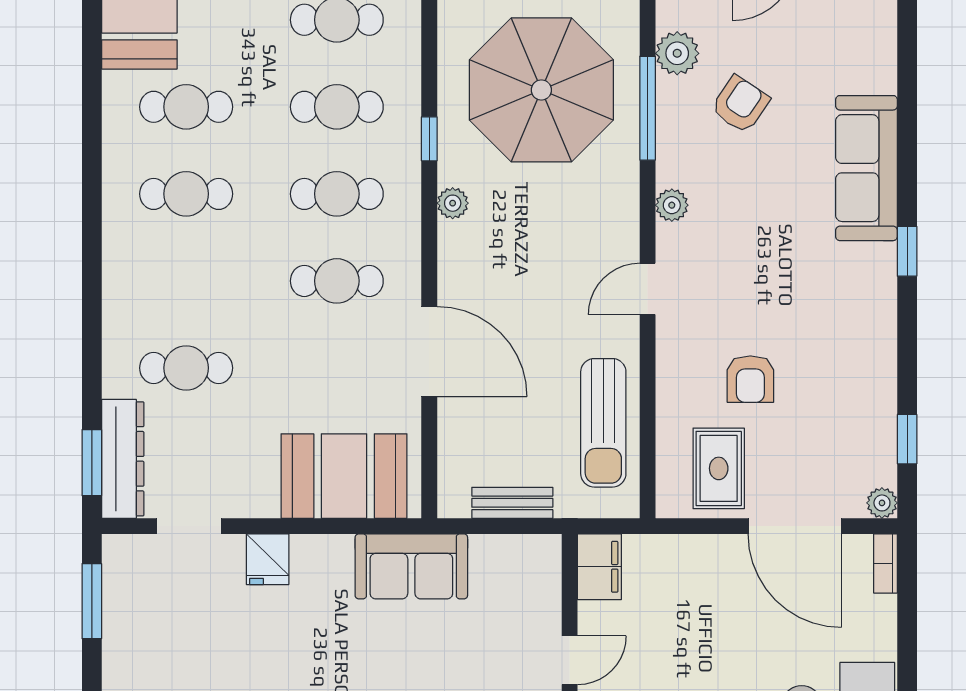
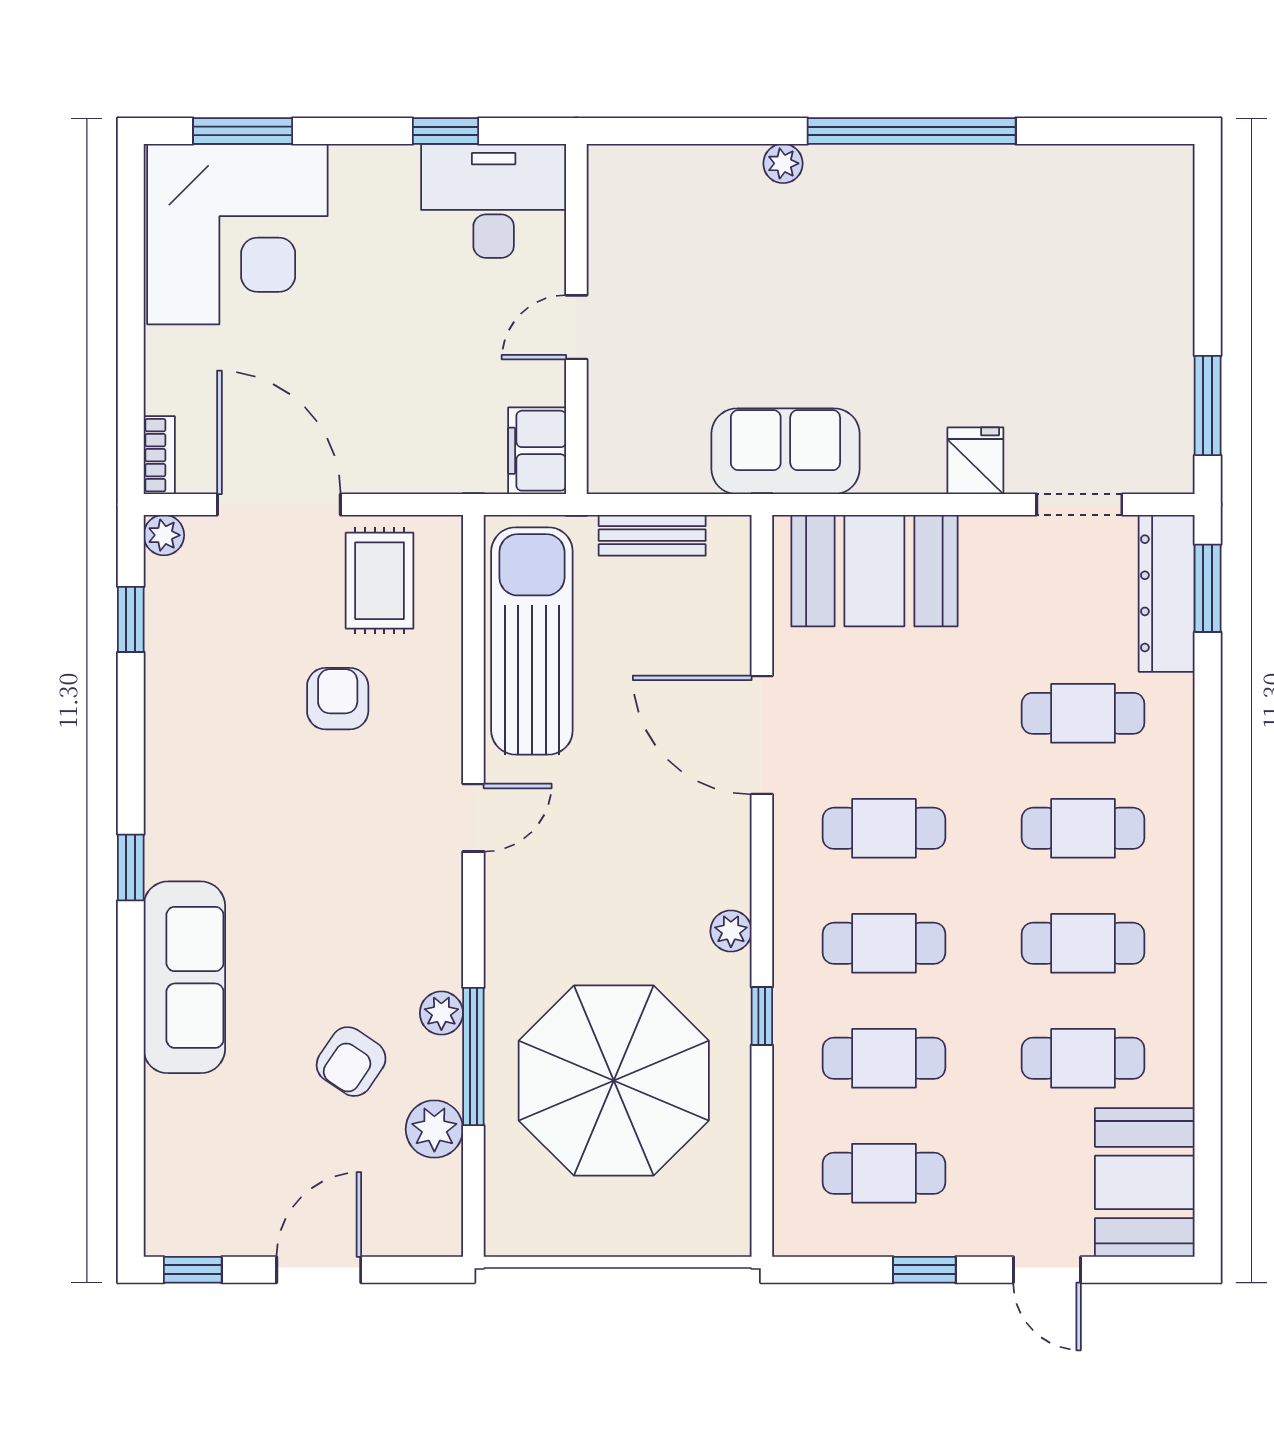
plant: (672, 205) -> (441, 1013), moved
cafe table: (186, 281) -> (1083, 828), added
sun lounger: (603, 423) -> (532, 641), width x1.36, depth x1.34

